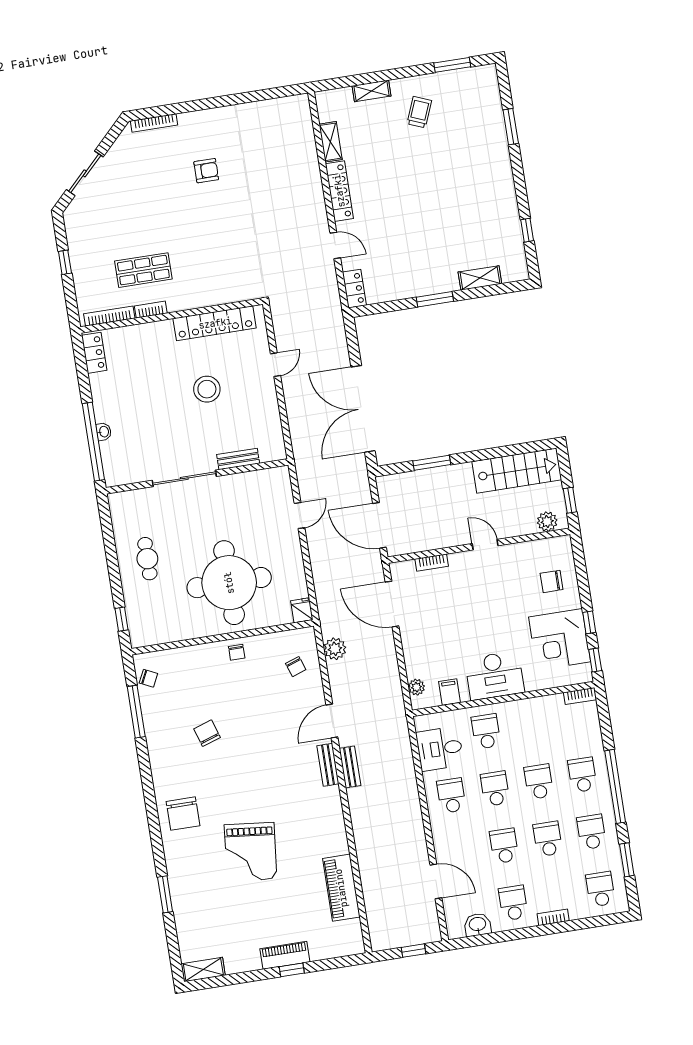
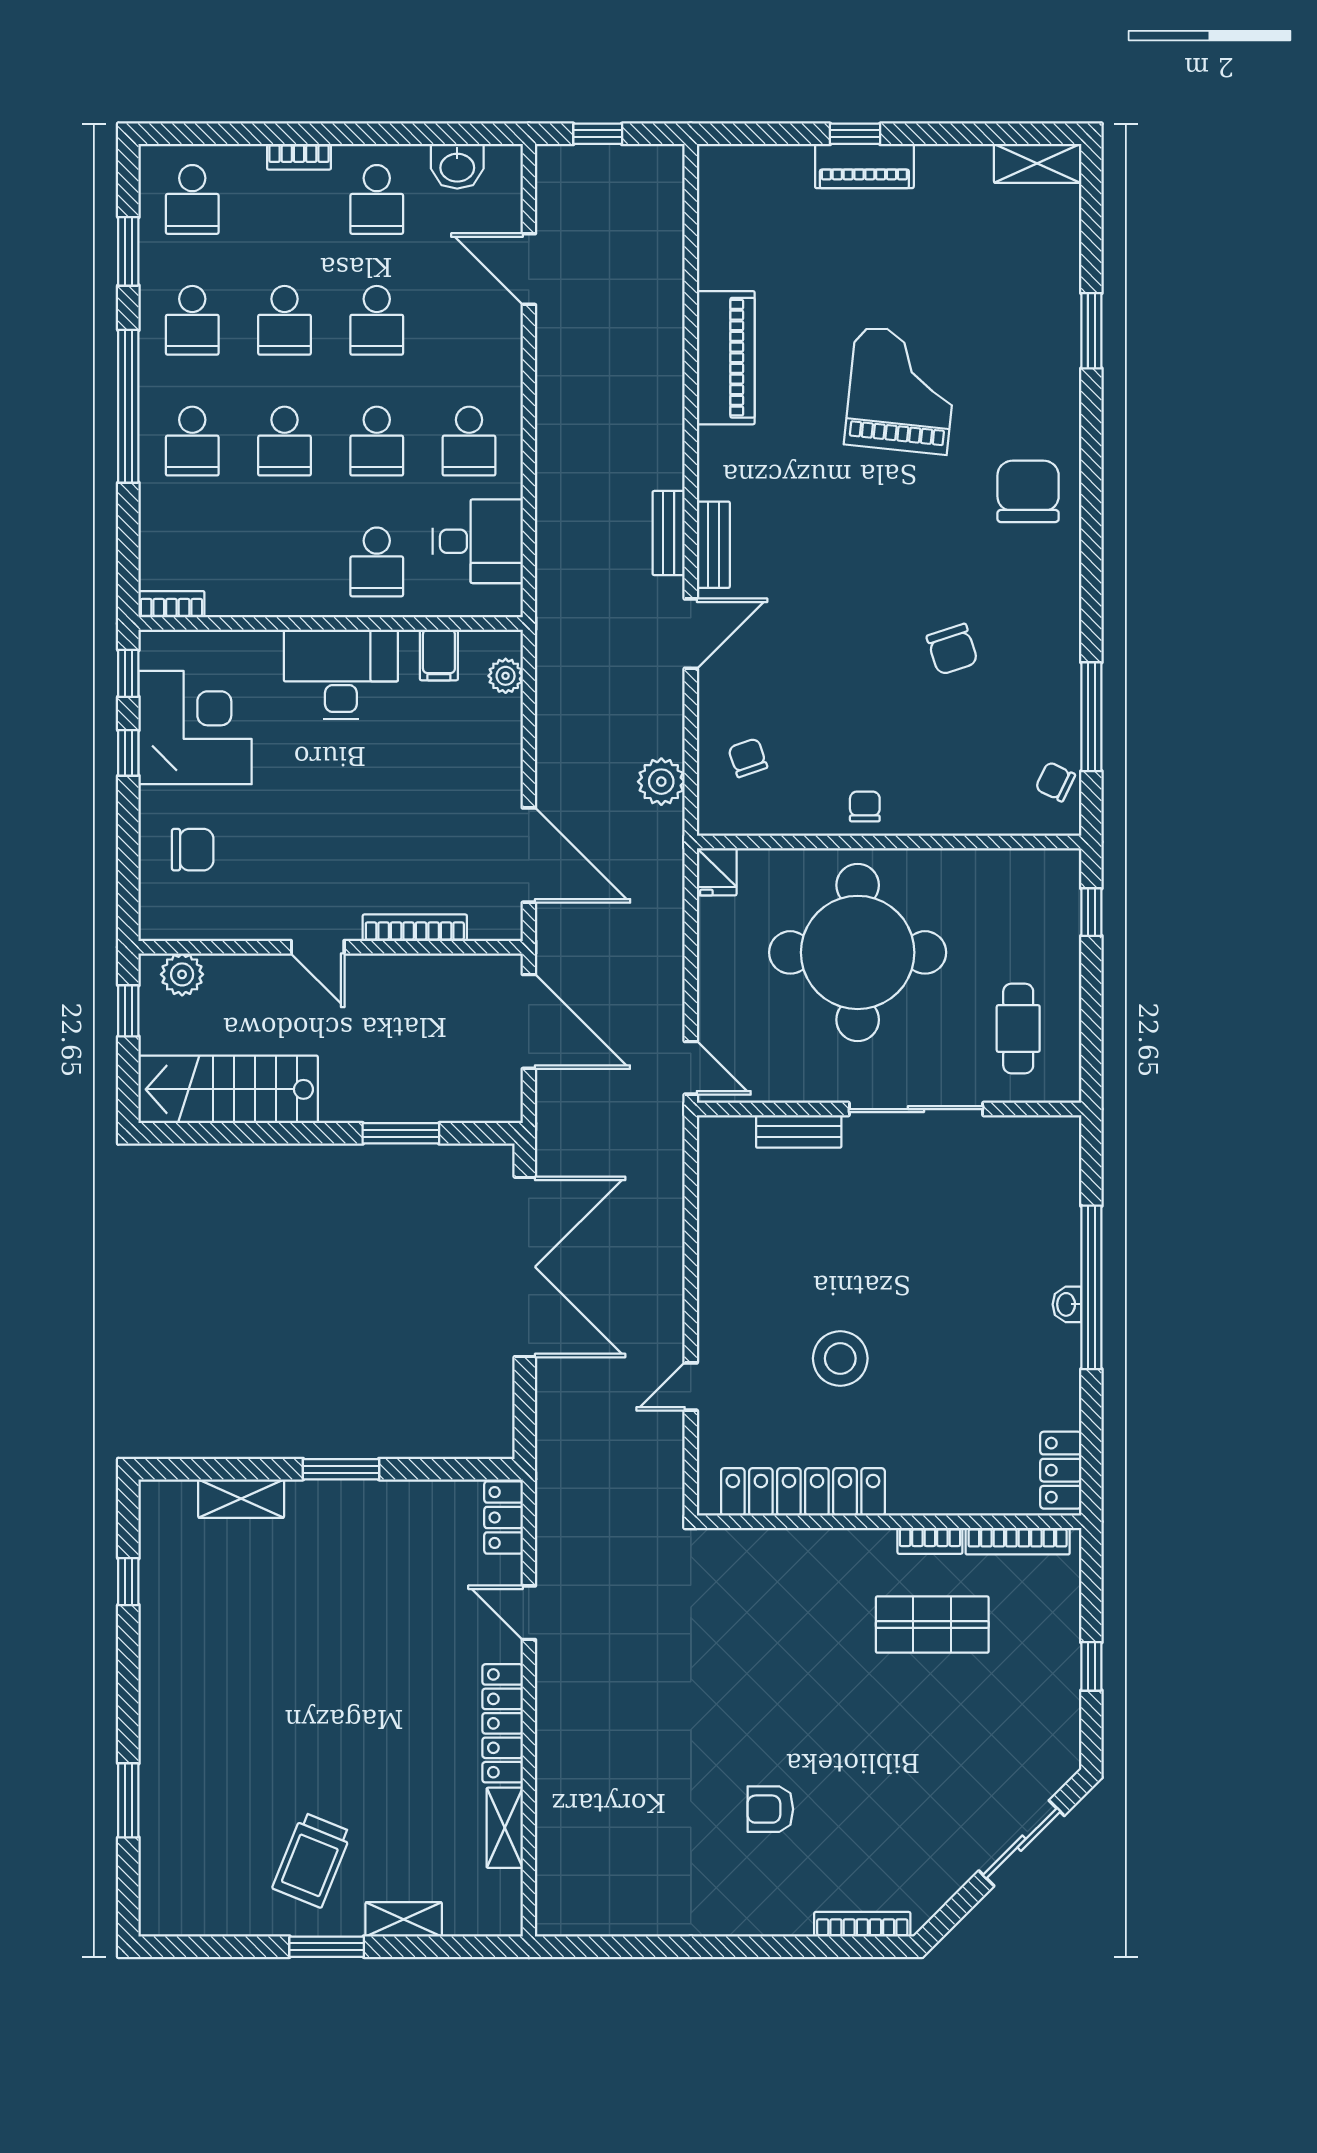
window: (452, 65) -> (327, 1947), moved
trolley: (419, 112) -> (312, 1860), width x1.36, depth x1.39
bench: (238, 459) -> (799, 1131), moved
wall: (197, 476) -> (889, 1109), moved
sliding door: (184, 478) -> (916, 1109), moved
door: (299, 516) -> (691, 1068), swing flipped
bookcase: (432, 562) -> (415, 928), width x1.56
piano: (341, 888) -> (726, 358), moved

